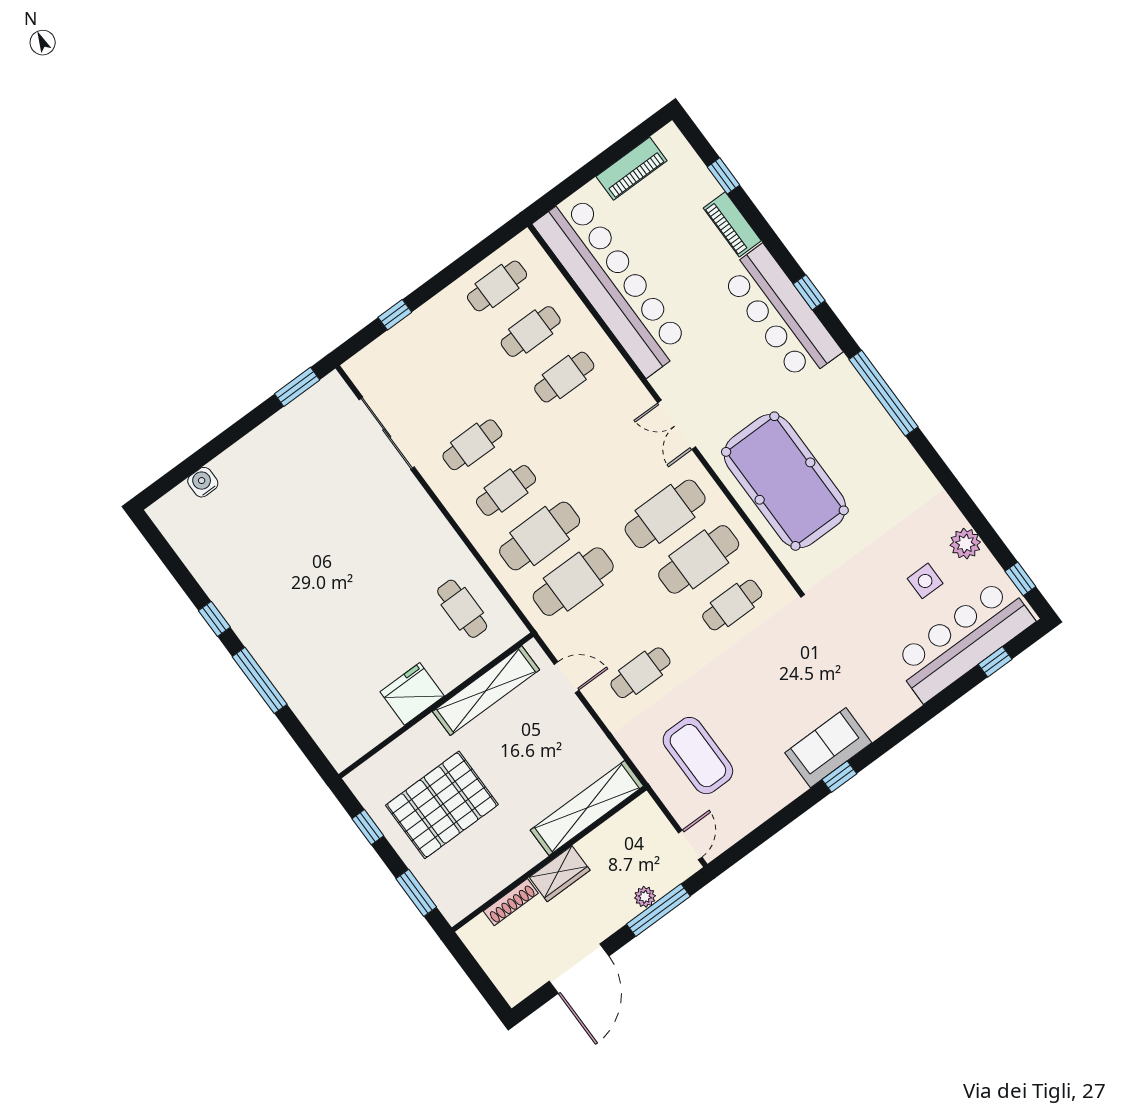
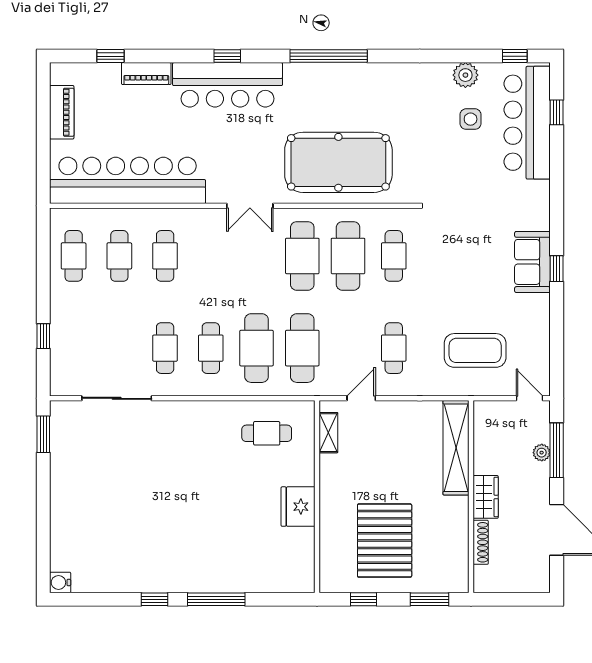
water cooler: (203, 482) -> (60, 582), moved
shelving: (486, 691) -> (328, 433), width x0.45, depth x0.75

